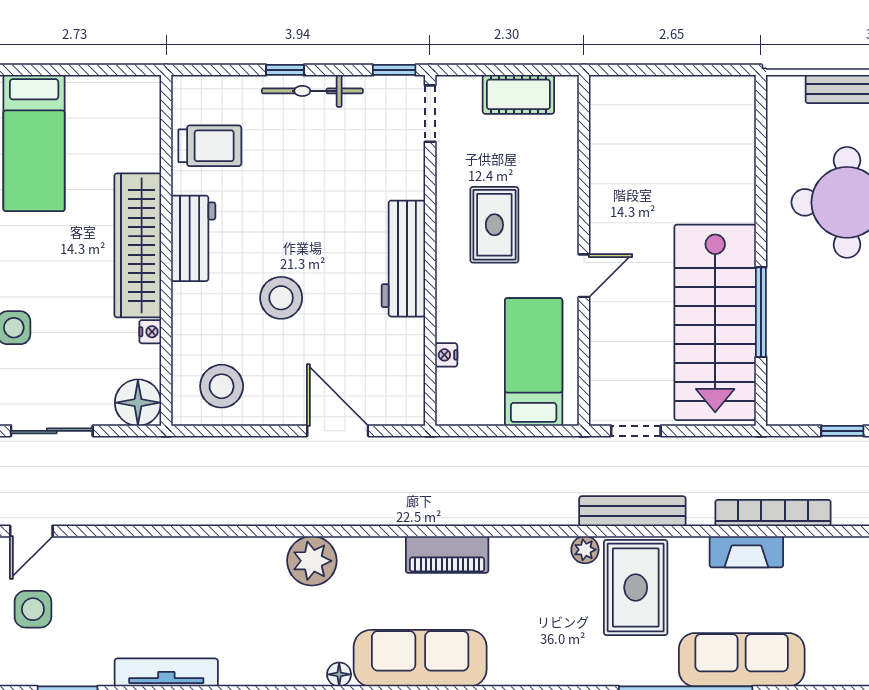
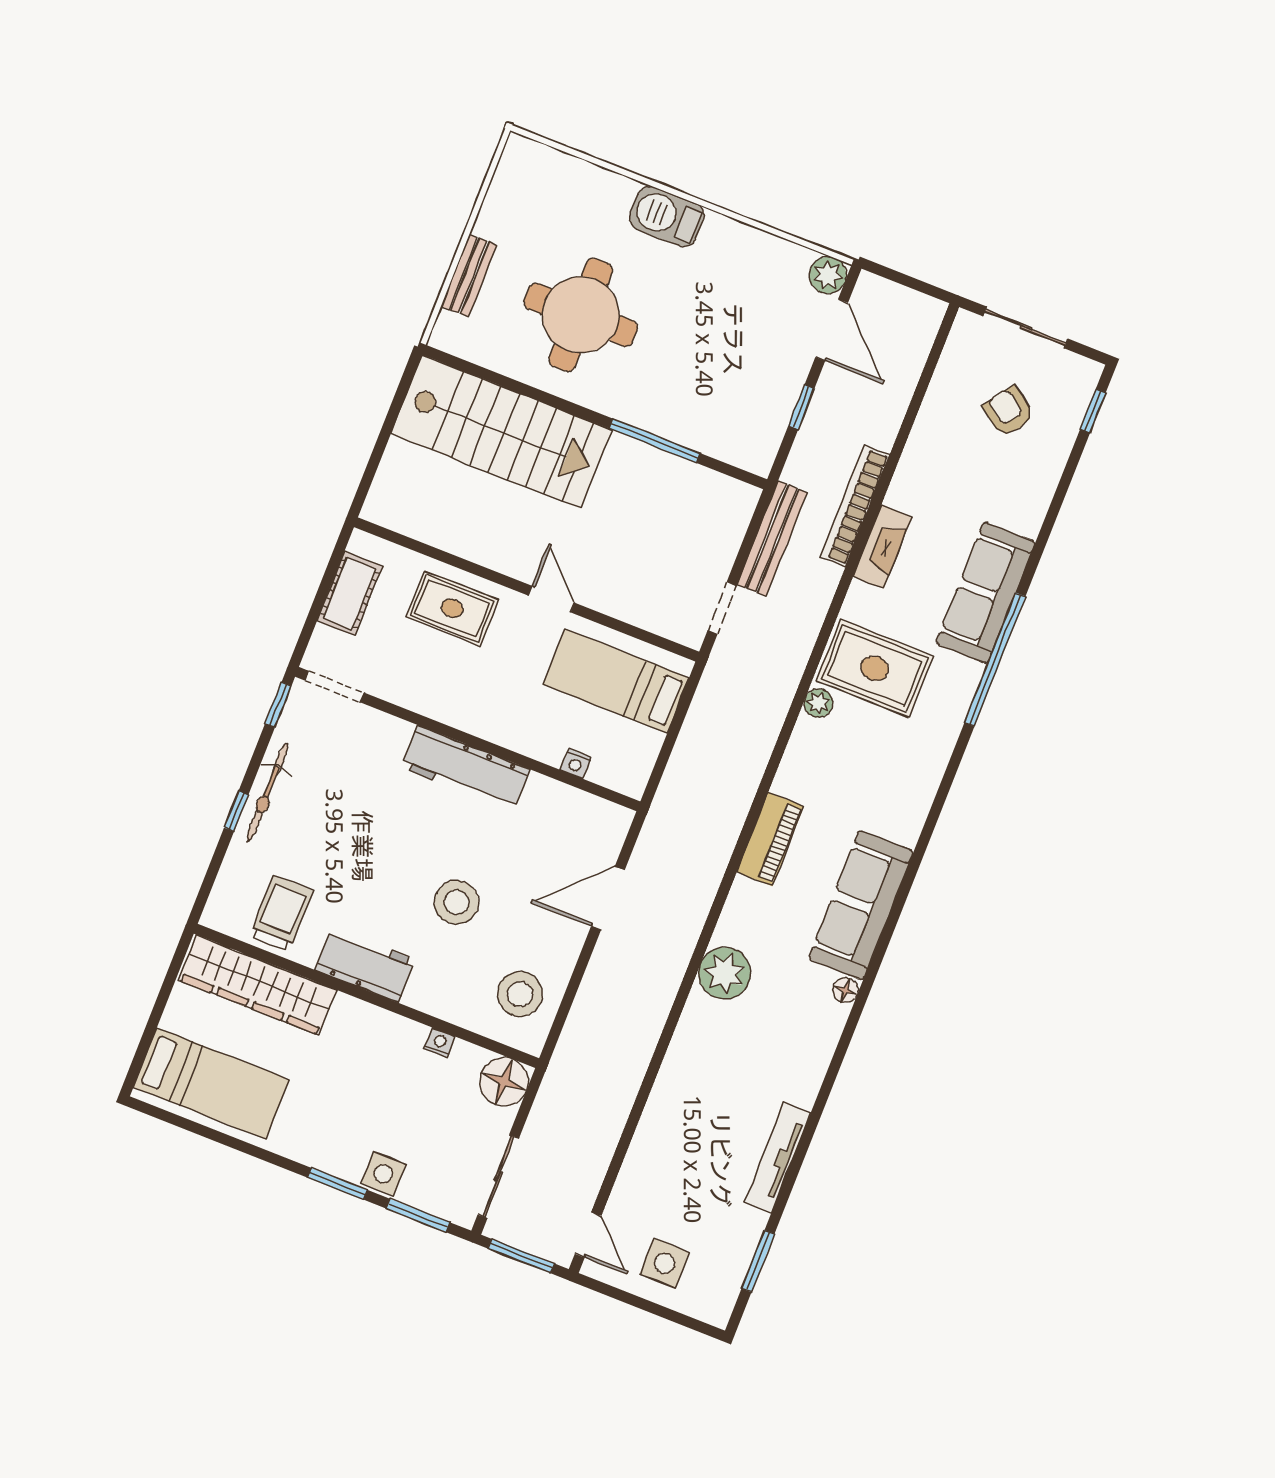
rug: (494, 225) -> (452, 608), moved
wardrobe: (138, 245) -> (258, 985), moved
stairs: (715, 322) -> (501, 432), moved
bench: (632, 511) -> (772, 538), moved

